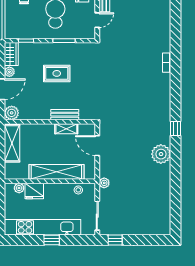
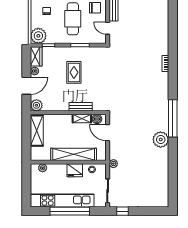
door: (97, 20) -> (108, 28), swing flipped
plant: (14, 29) -> (38, 36), added
rug: (57, 73) -> (74, 72), turned 90
boiler: (84, 129) -> (97, 119), added
window: (175, 129) -> (173, 118), width x3.17
fridge: (34, 191) -> (75, 170), moved
window: (52, 240) -> (70, 211), width x3.17

